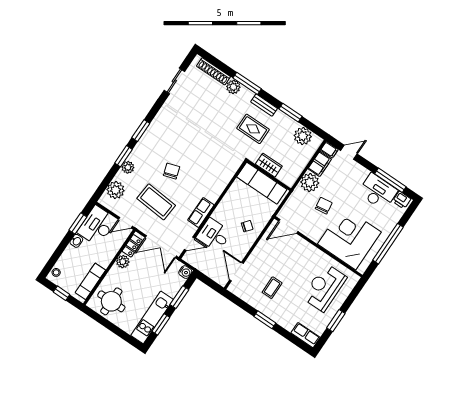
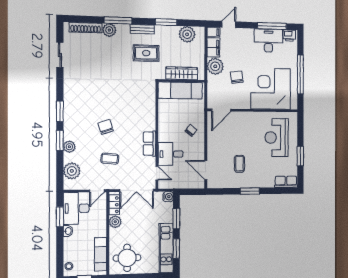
wardrobe: (269, 165) -> (182, 73), width x1.50
coffee table: (156, 202) -> (110, 159), width x0.54, depth x0.58
door: (190, 244) -> (157, 173), hinge flipped

